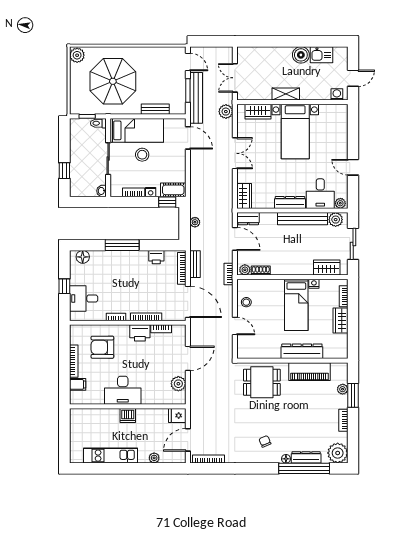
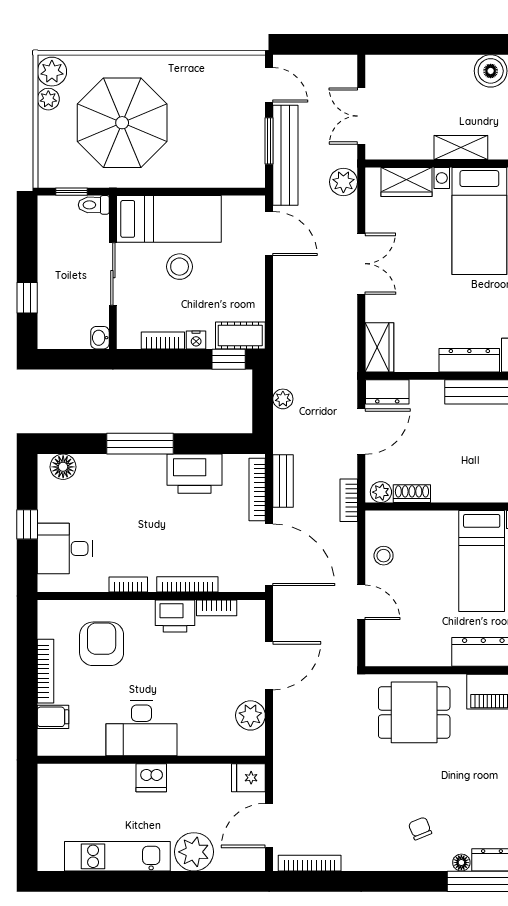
plant: (75, 69) -> (48, 99), added
bench: (155, 109) -> (205, 177), removed
door: (235, 239) -> (361, 432), hinge flipped
printer: (156, 257) -> (195, 474), width x1.87, depth x1.48
armchair: (102, 347) -> (102, 644), turned 90
plant: (154, 458) -> (194, 852), width x1.87, depth x1.87

